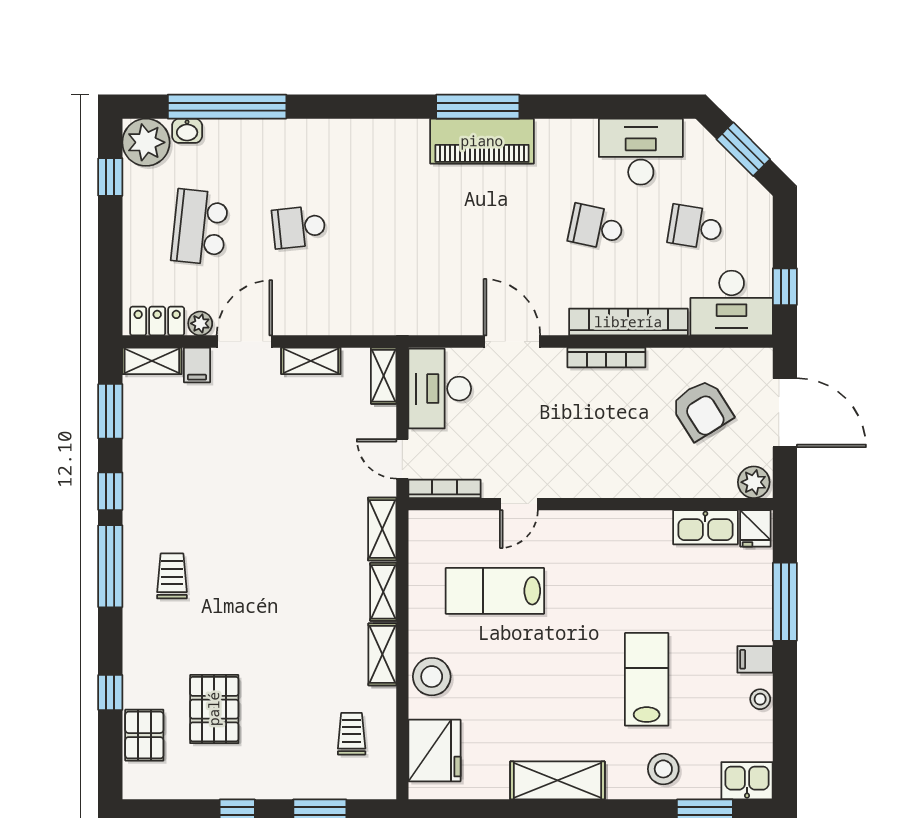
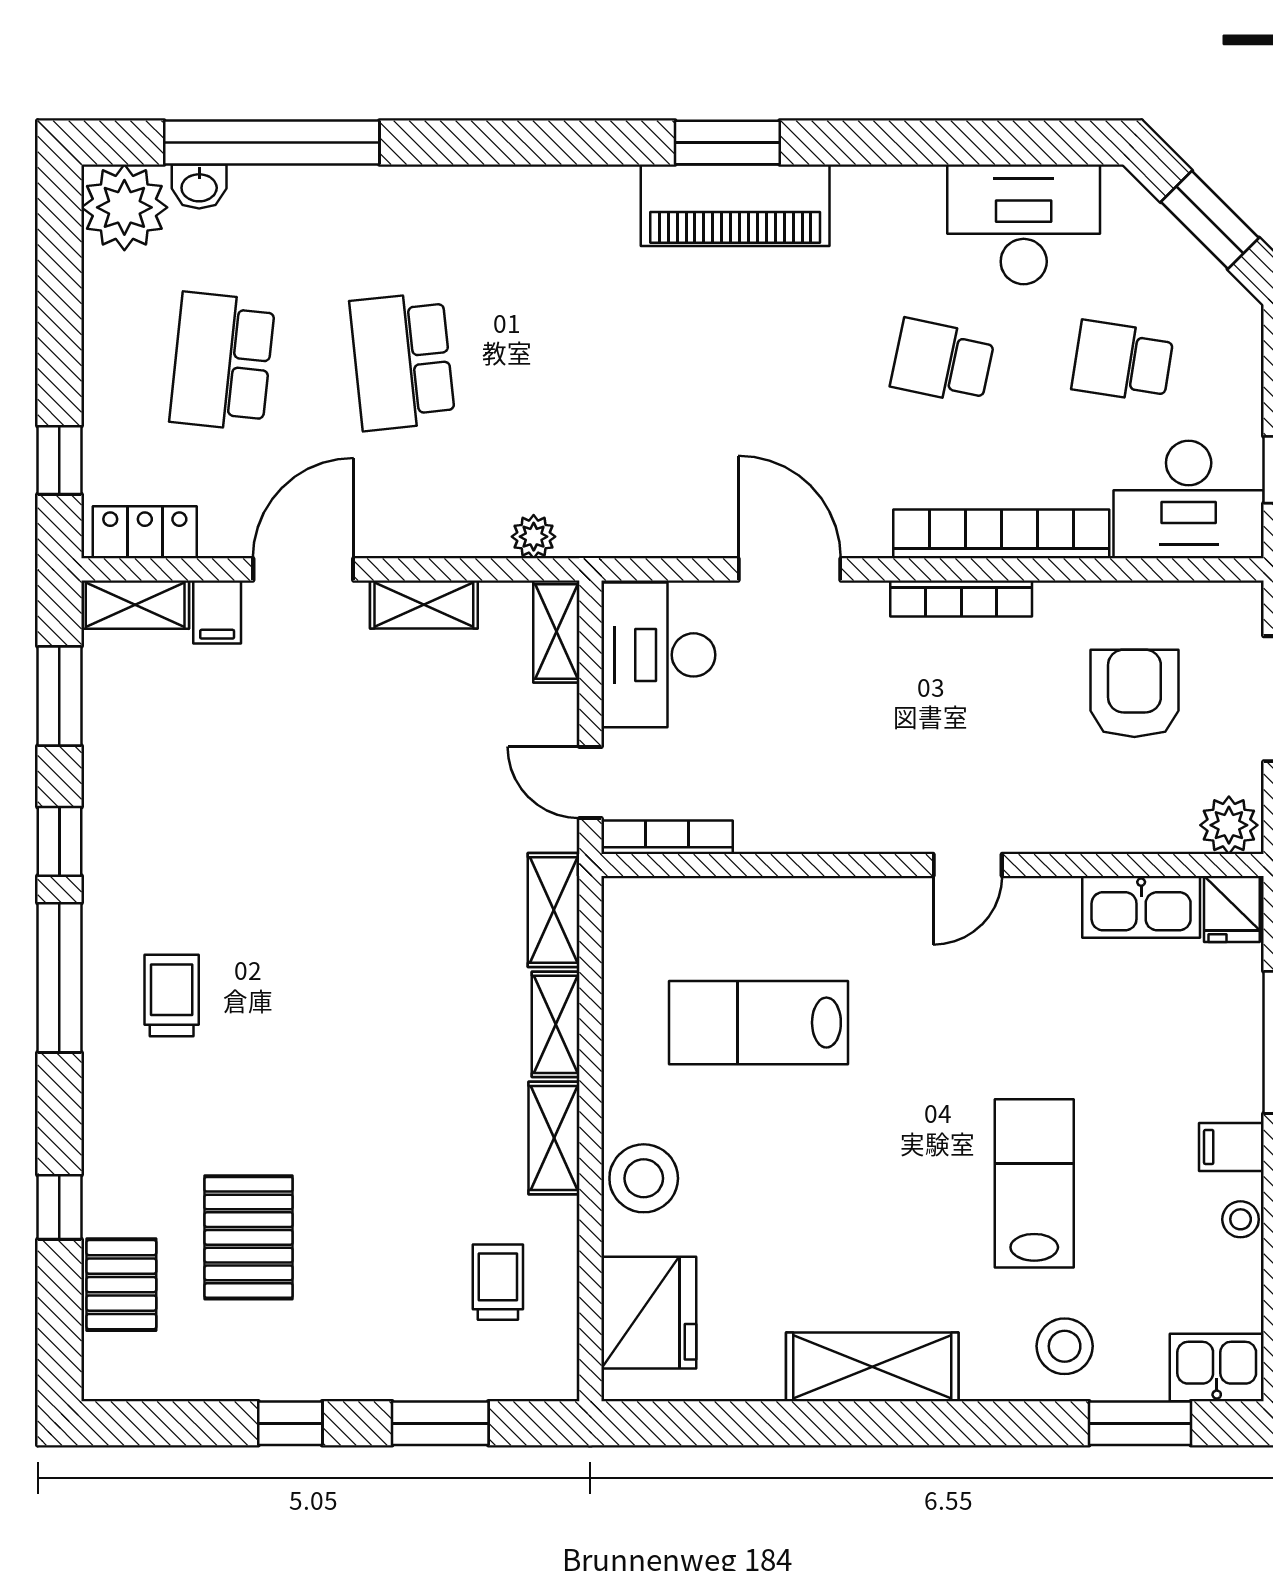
window: (478, 107) -> (727, 142), width x0.69
window: (110, 177) -> (59, 460), moved
school desk: (299, 227) -> (402, 361), width x1.85
plant: (200, 323) -> (534, 537), moved
armchair: (702, 410) -> (1134, 693), turned -148
door: (519, 504) -> (968, 865), moved

